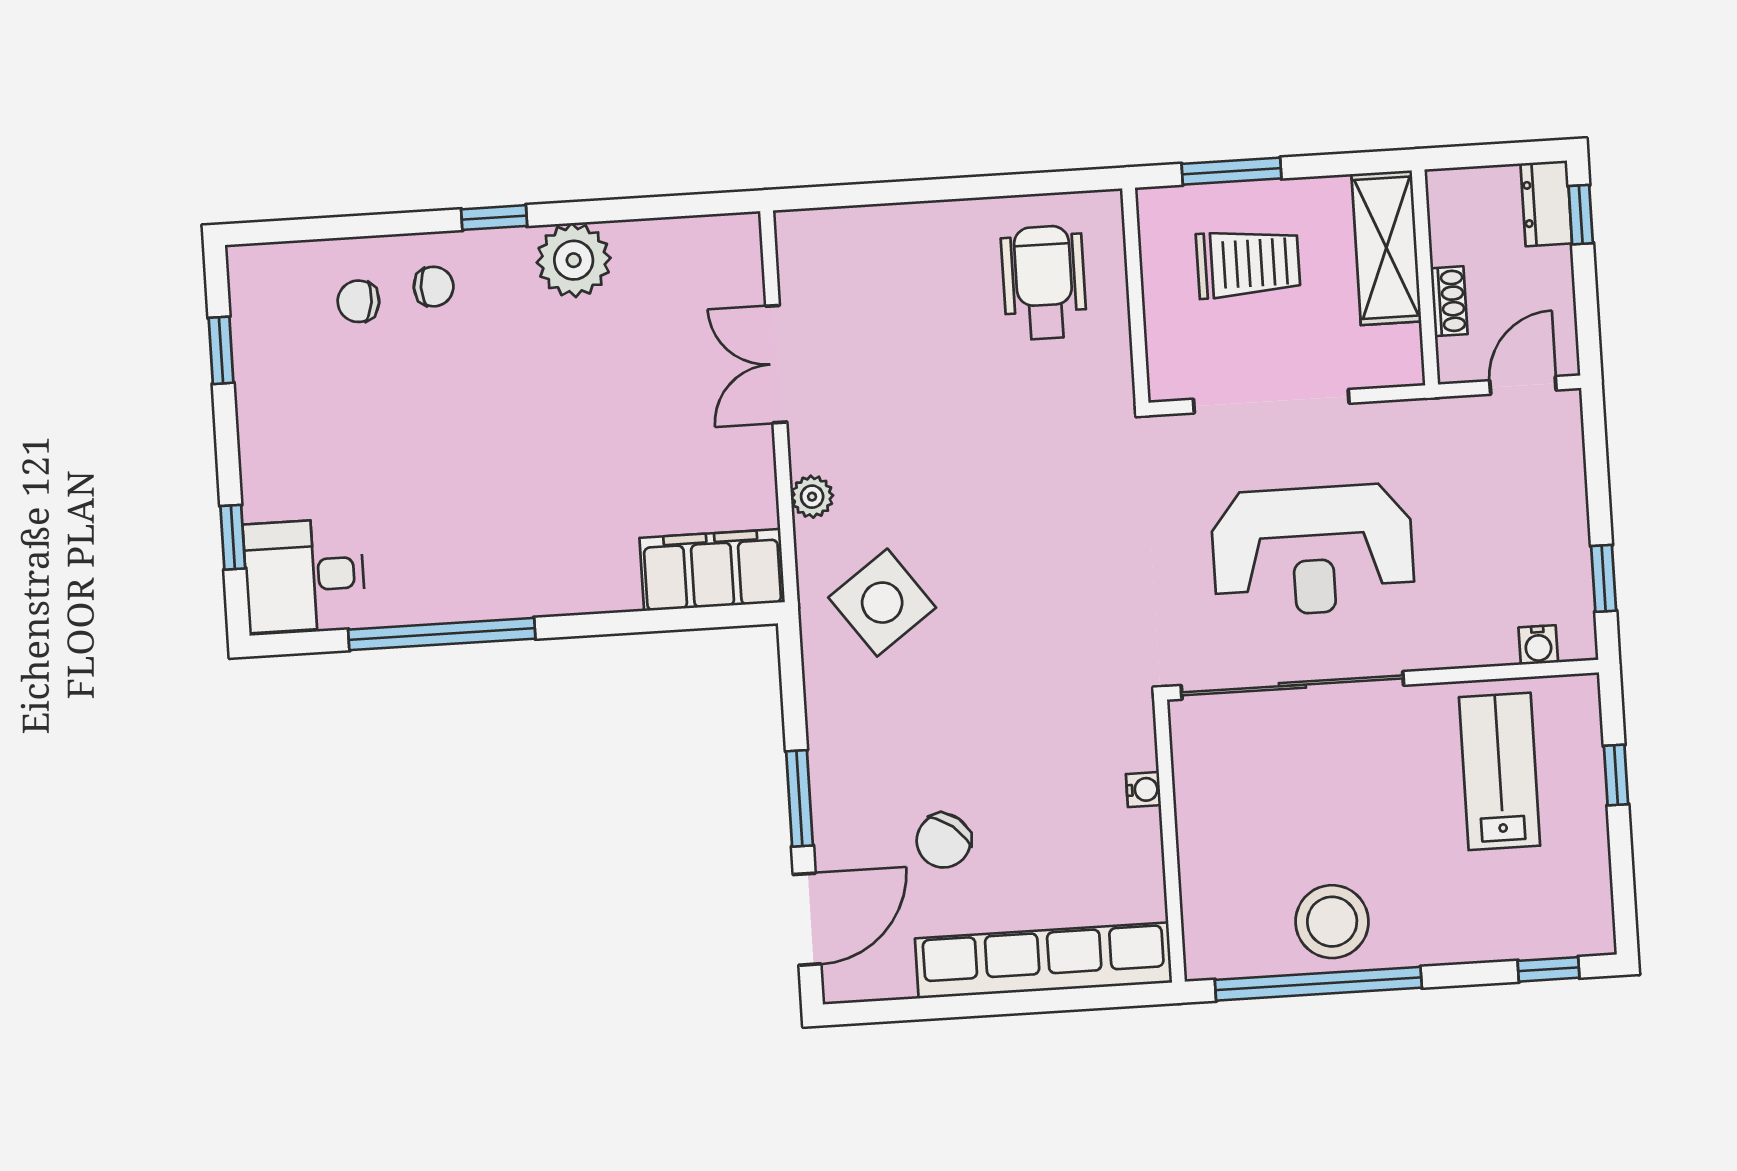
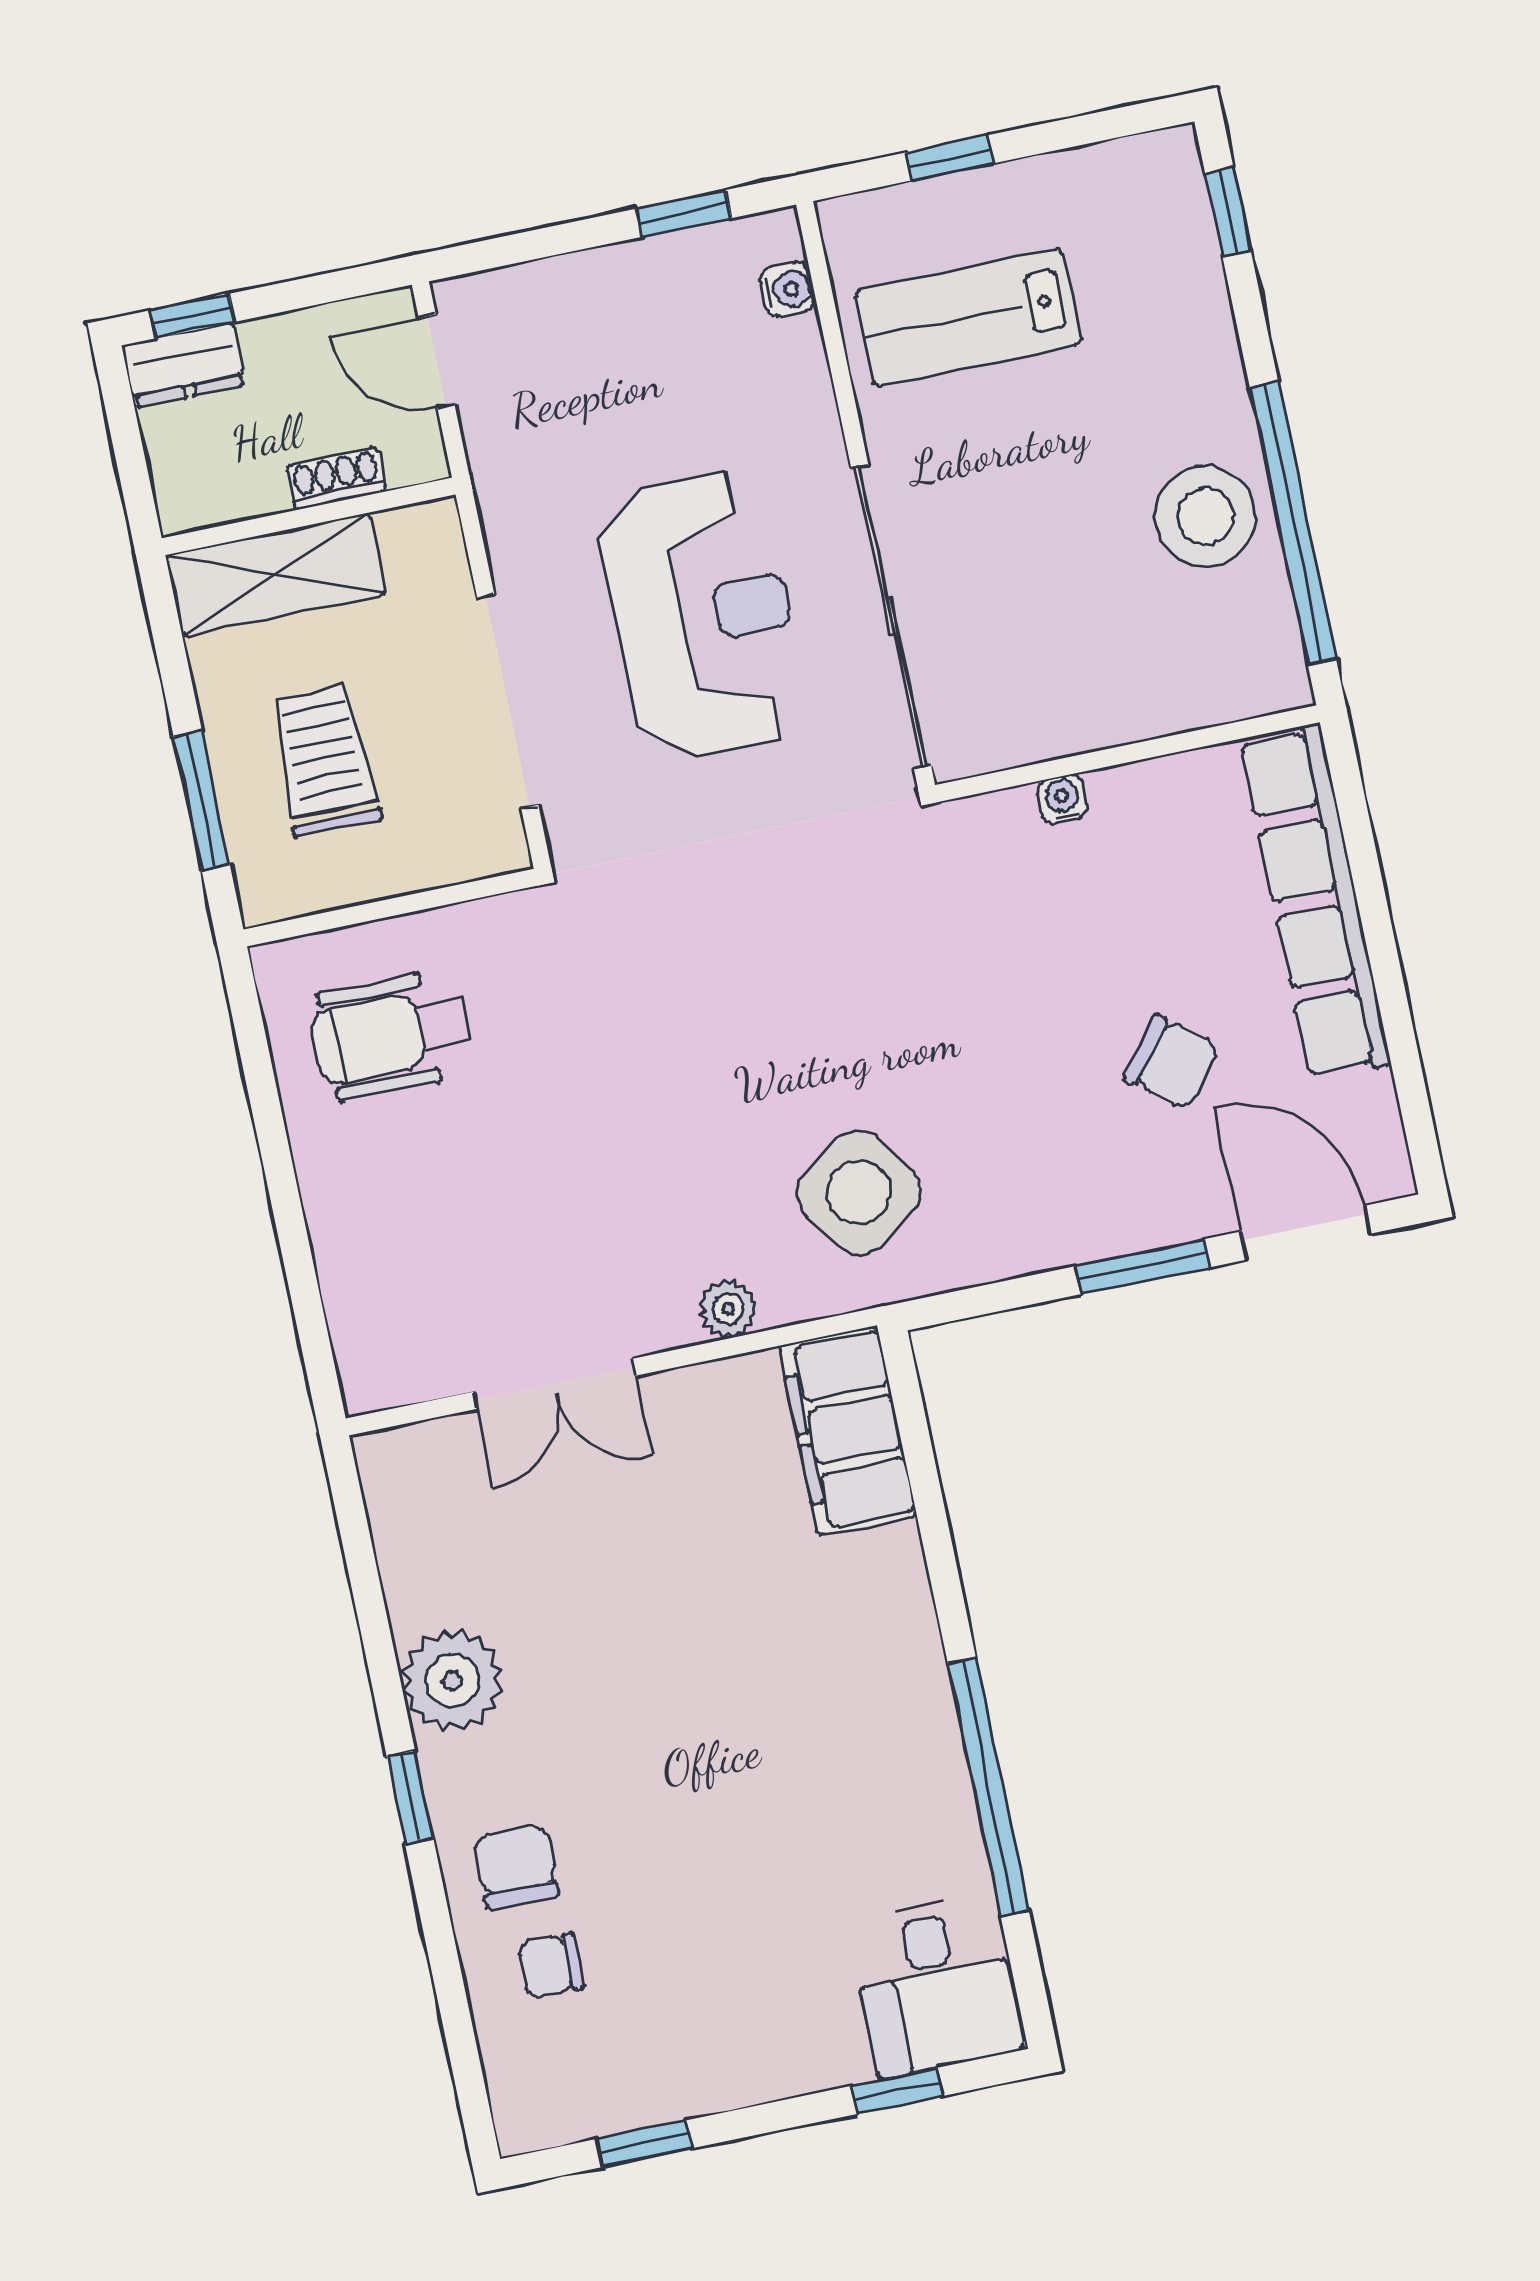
chair: (434, 287) -> (516, 1866), width x1.37, depth x1.37
chair: (358, 301) -> (551, 1966), turned 83

